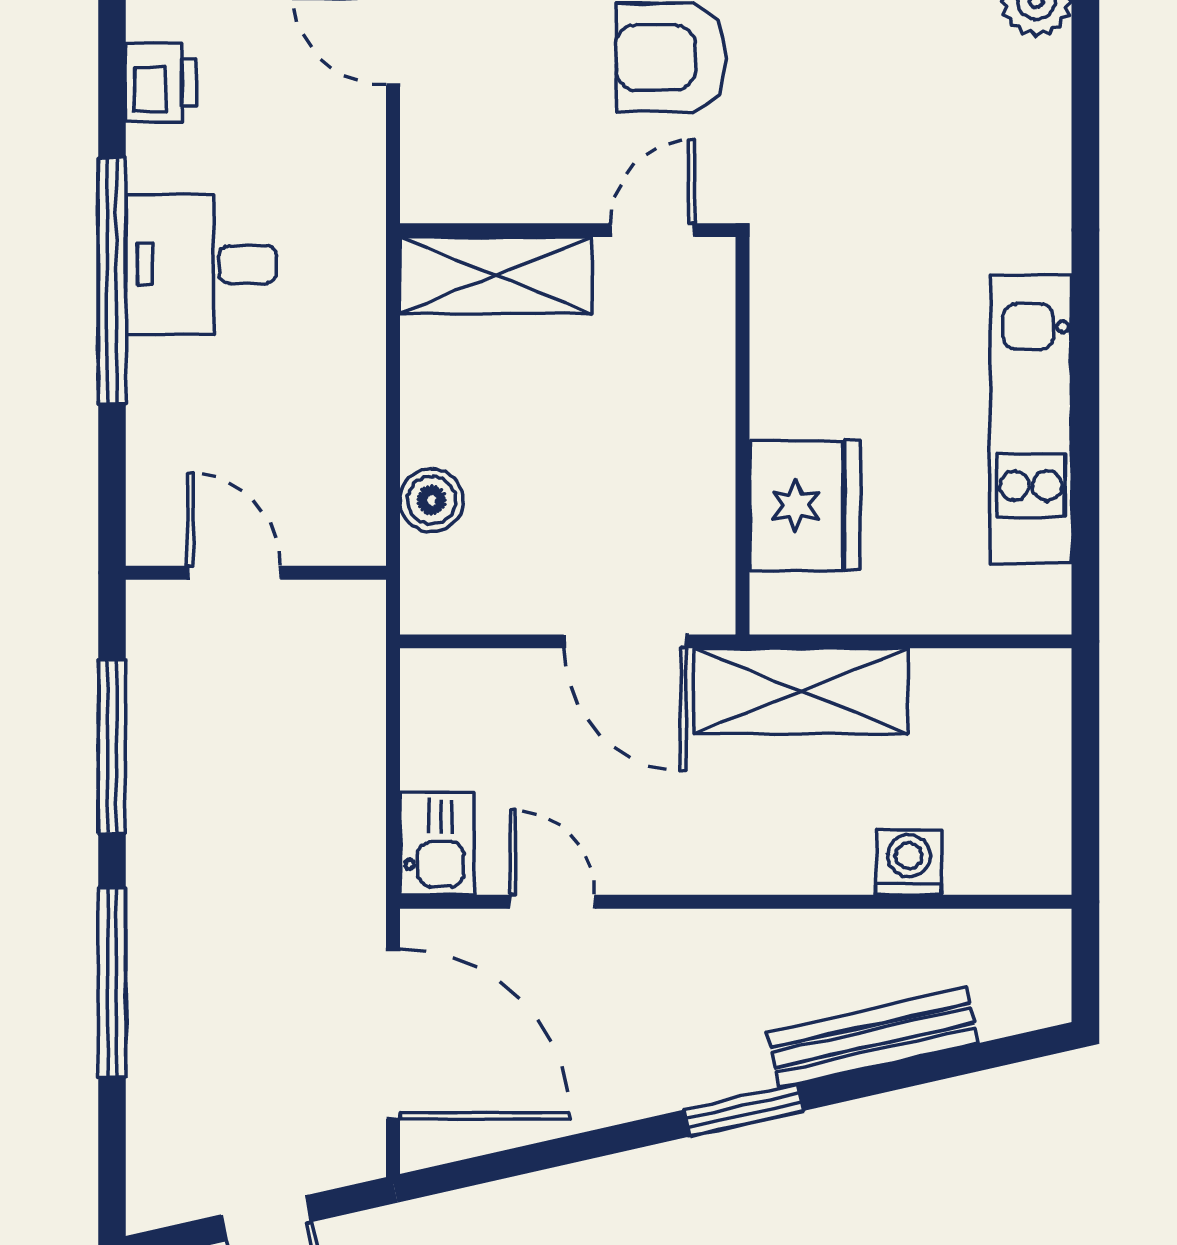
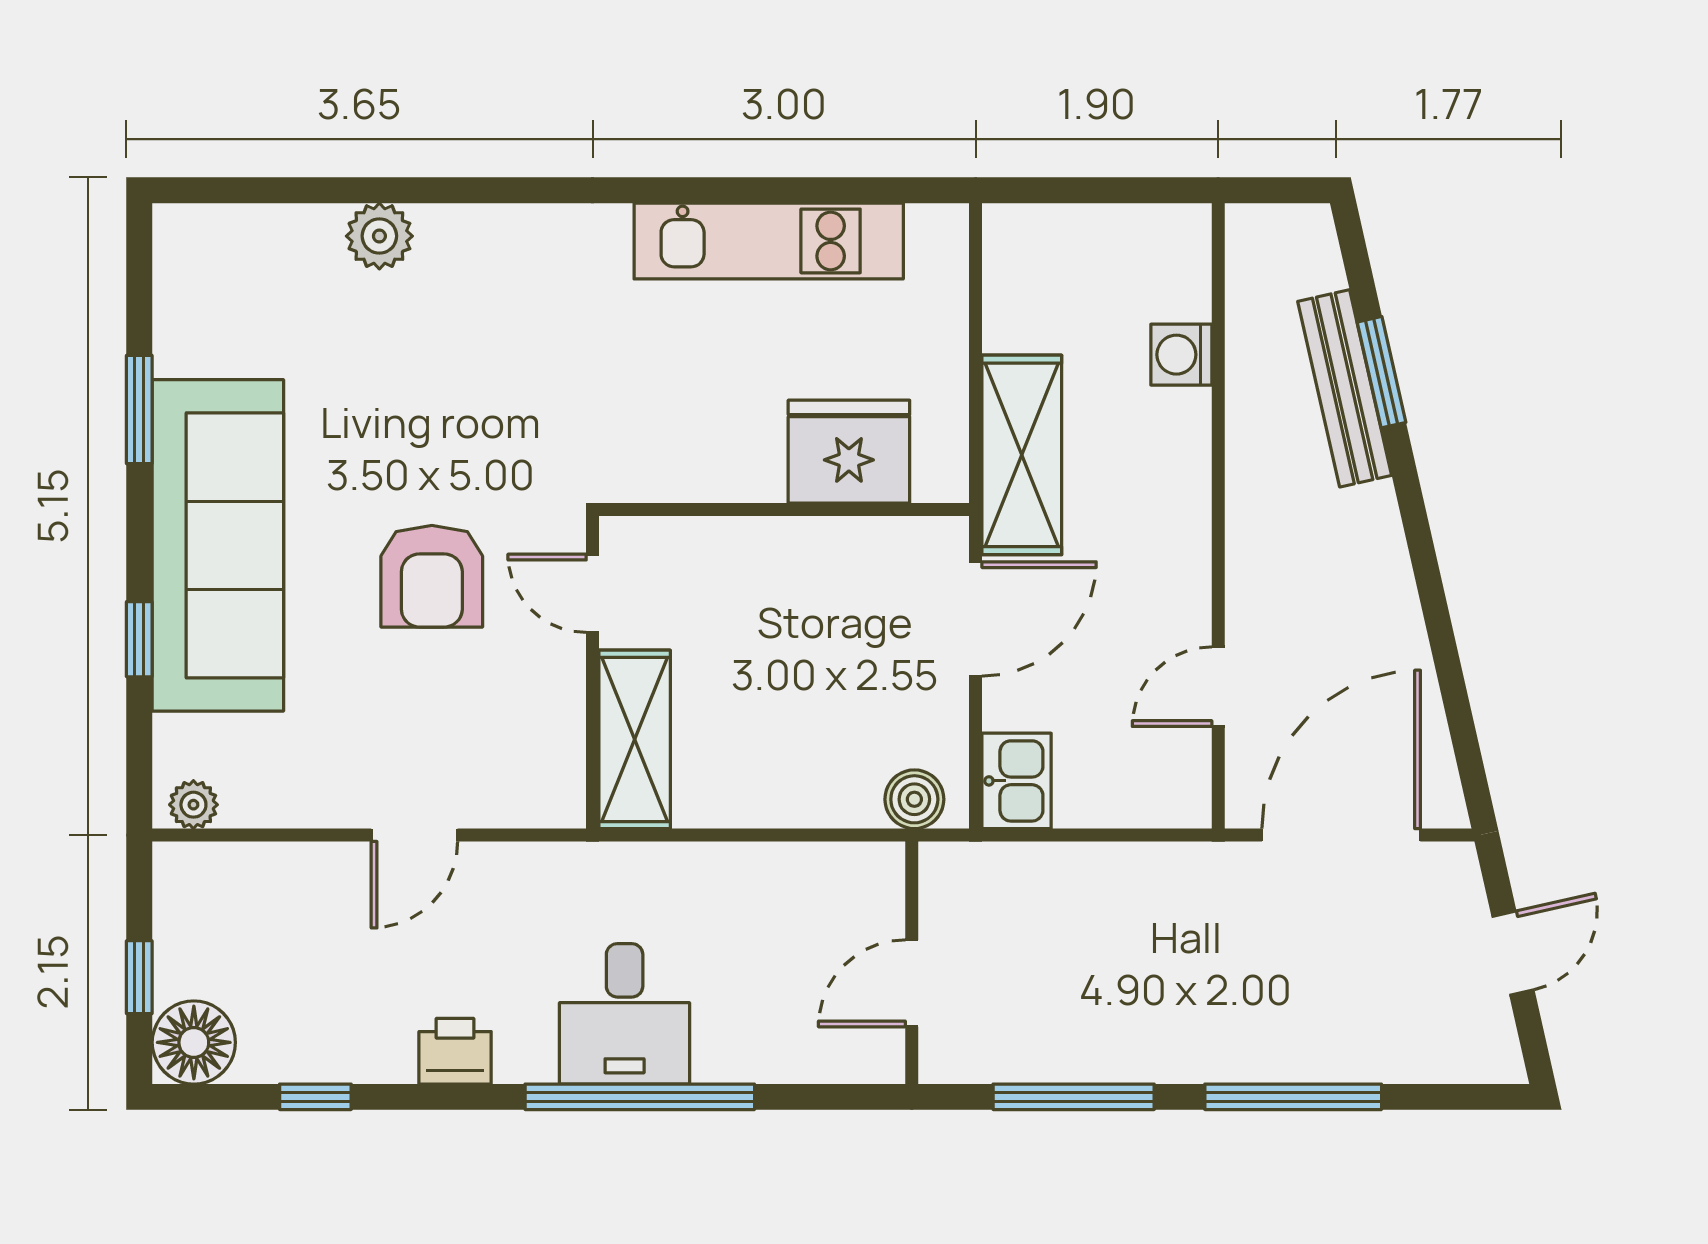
boiler: (431, 500) -> (914, 799), moved
kitchen sink: (437, 844) -> (1017, 781), moved, turned 90
window: (744, 1110) -> (1381, 372), moved

